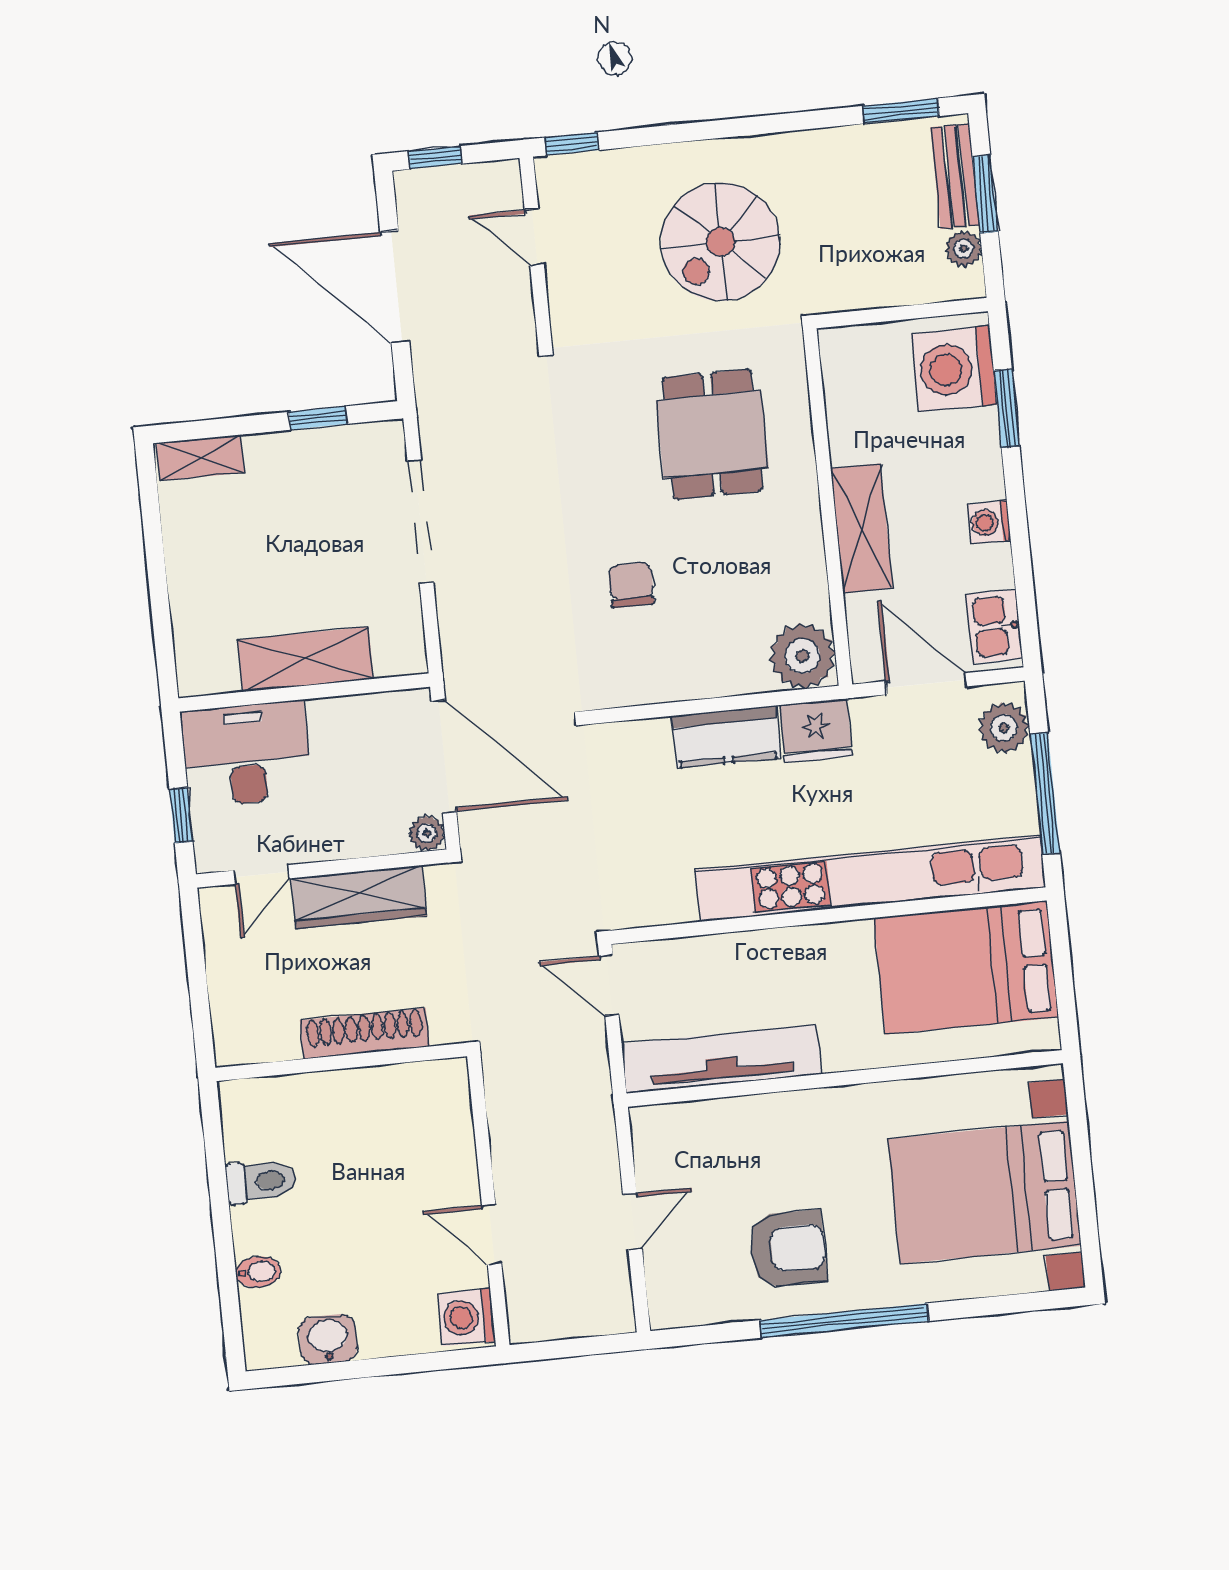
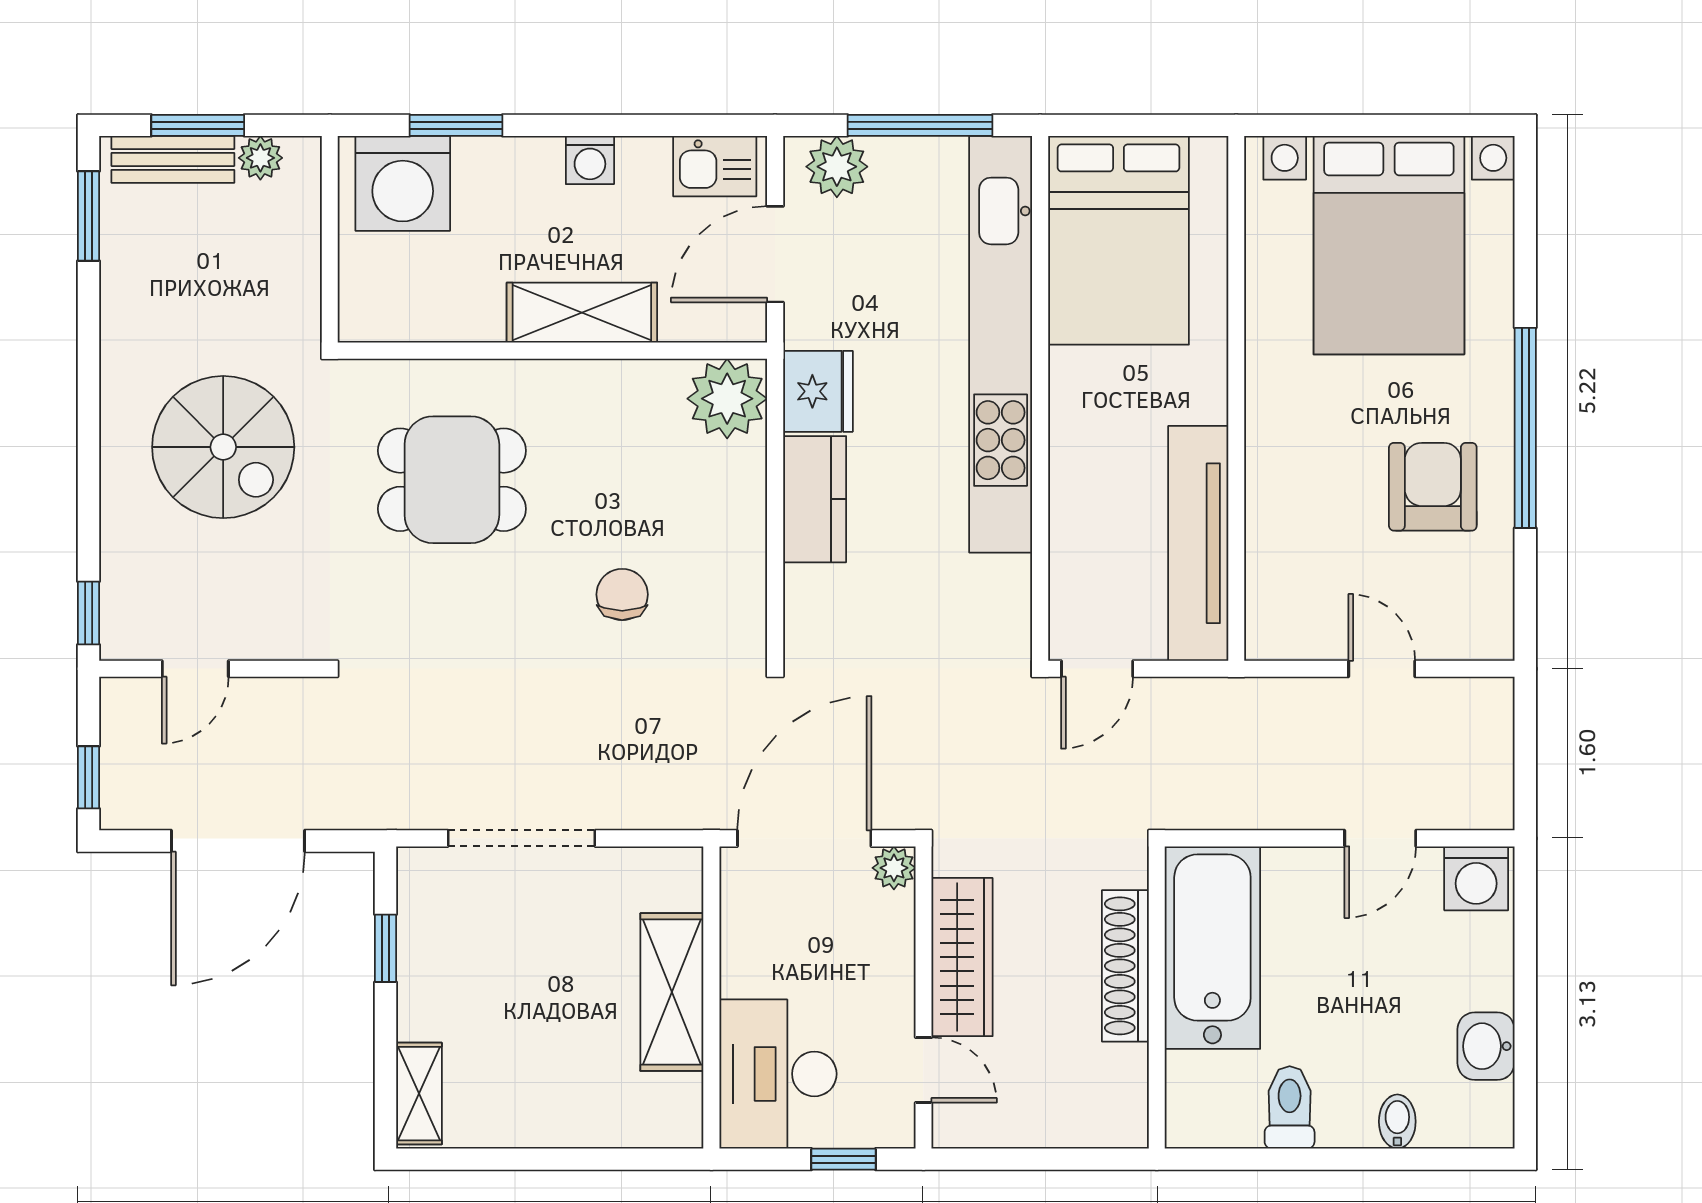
chair: (631, 585) -> (622, 594), turned 90
bathtub: (387, 1104) -> (1212, 948), added

